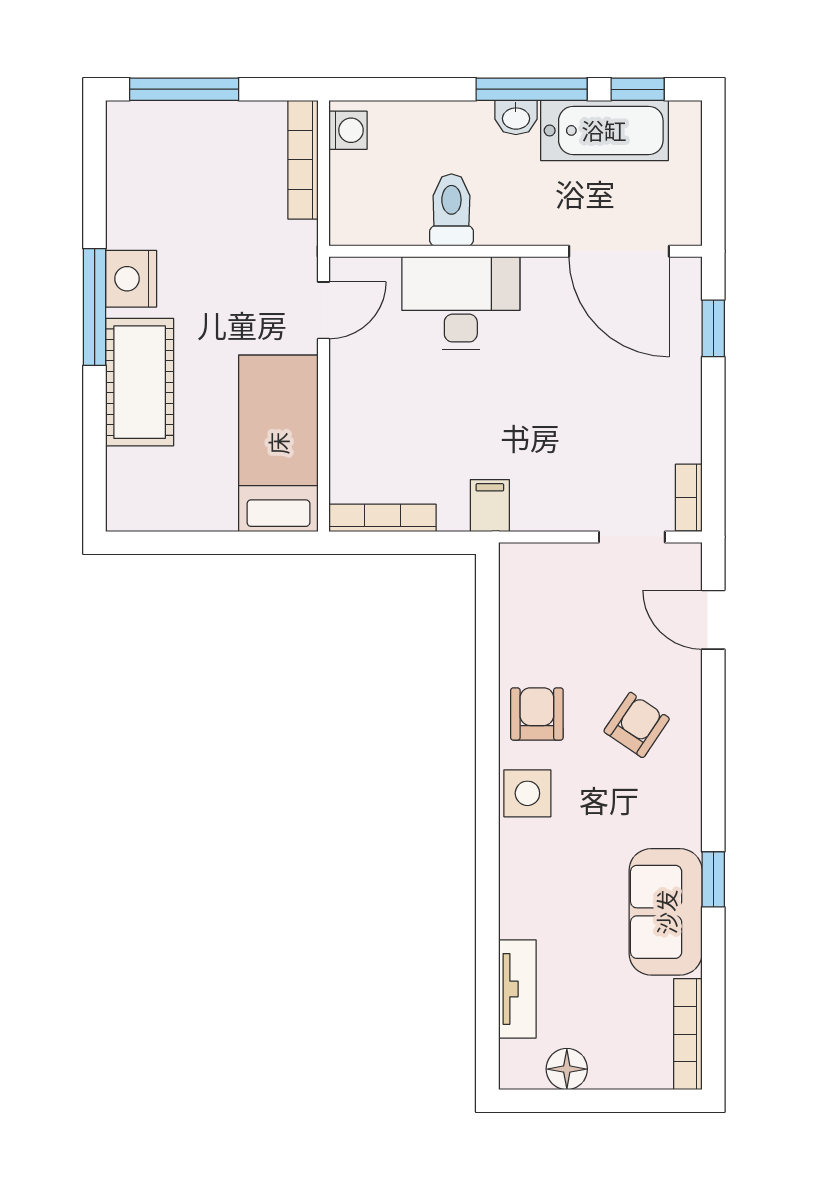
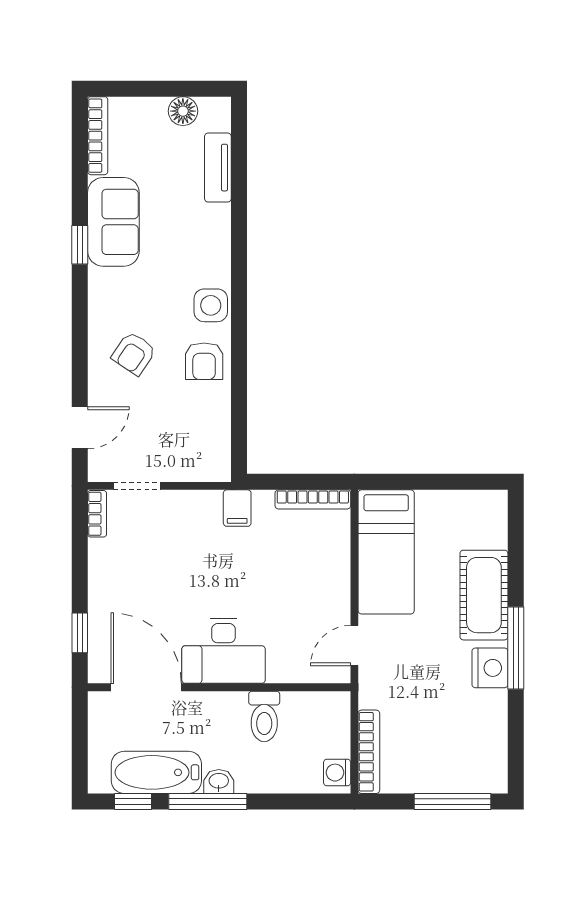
desk: (461, 303) -> (223, 651), moved
door: (713, 620) -> (80, 428), hinge flipped

